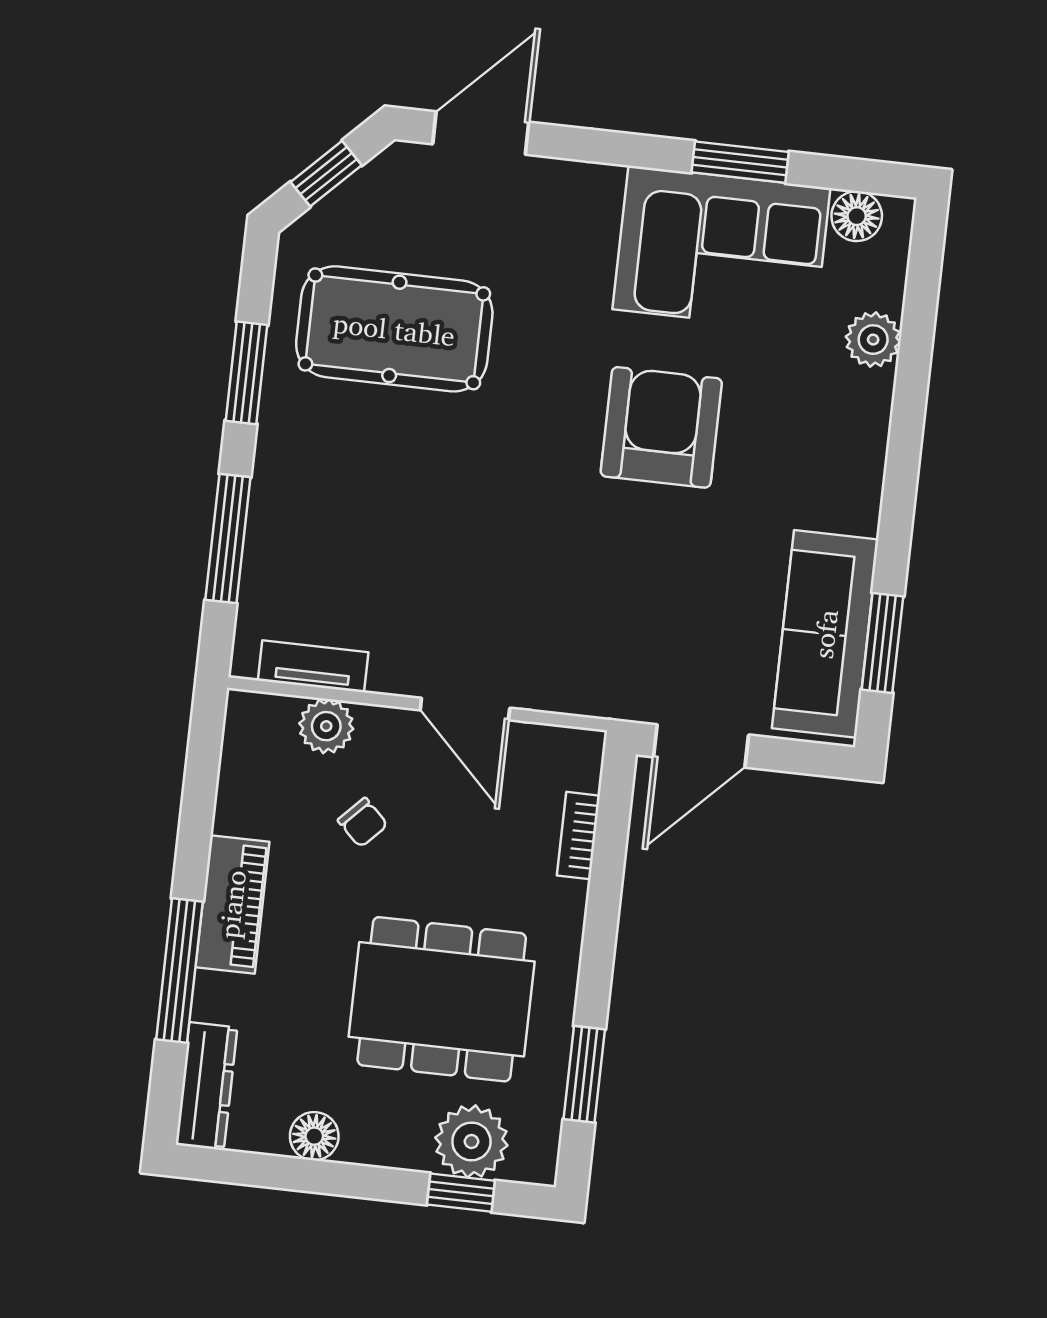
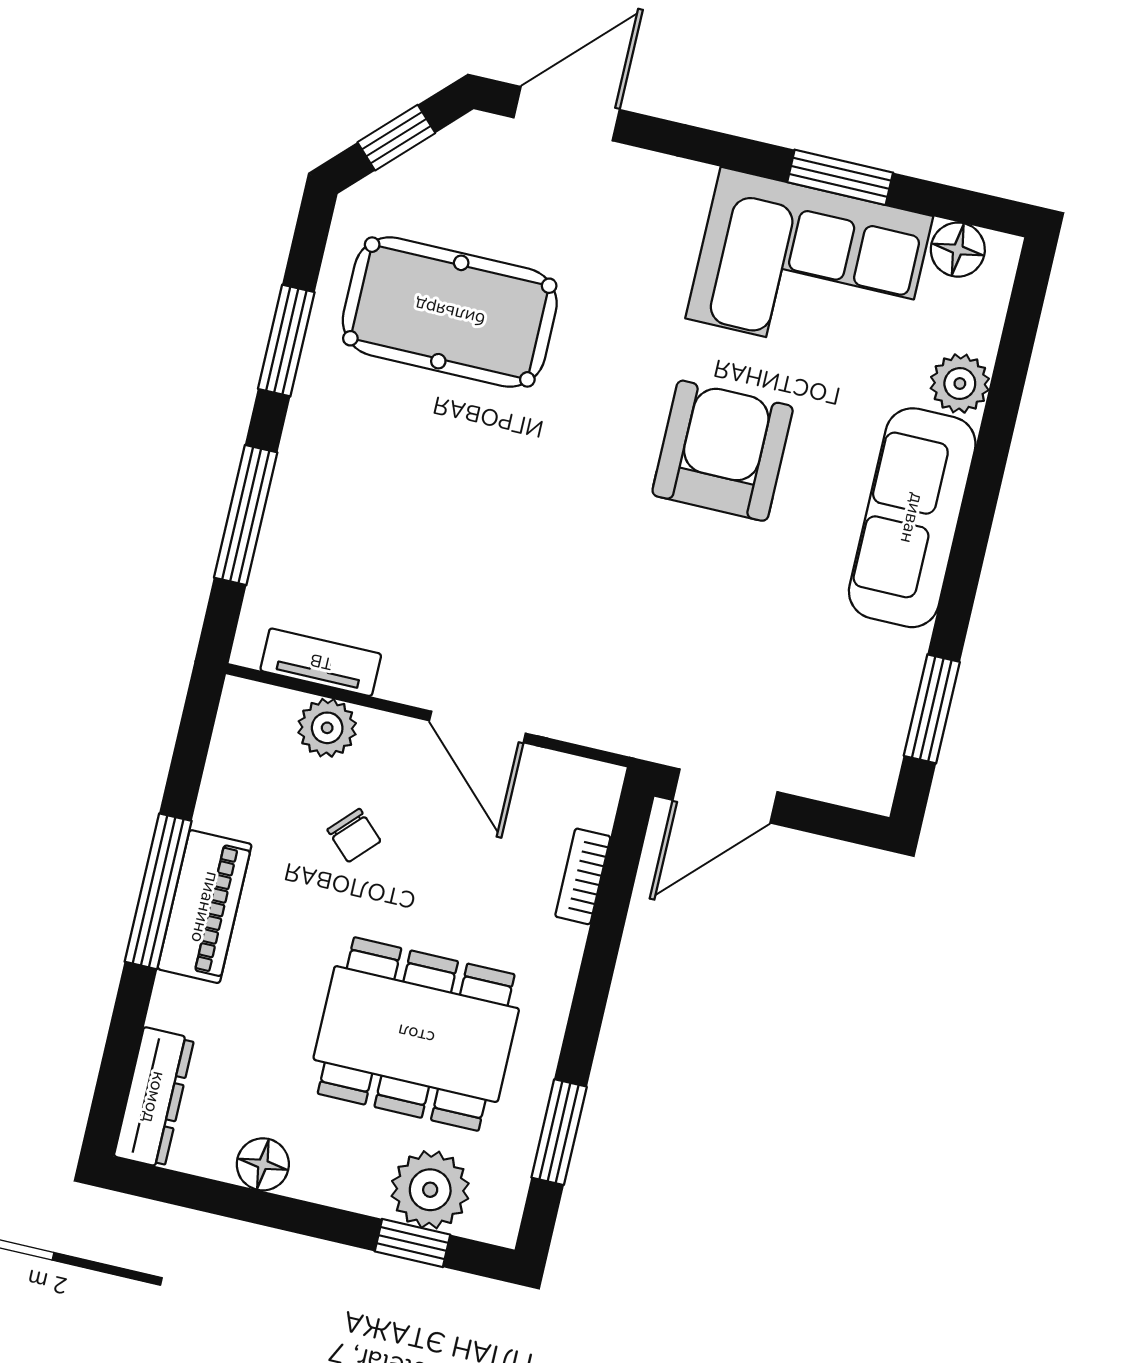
sofa: (825, 634) -> (912, 518), moved
window: (179, 971) -> (158, 891), moved

